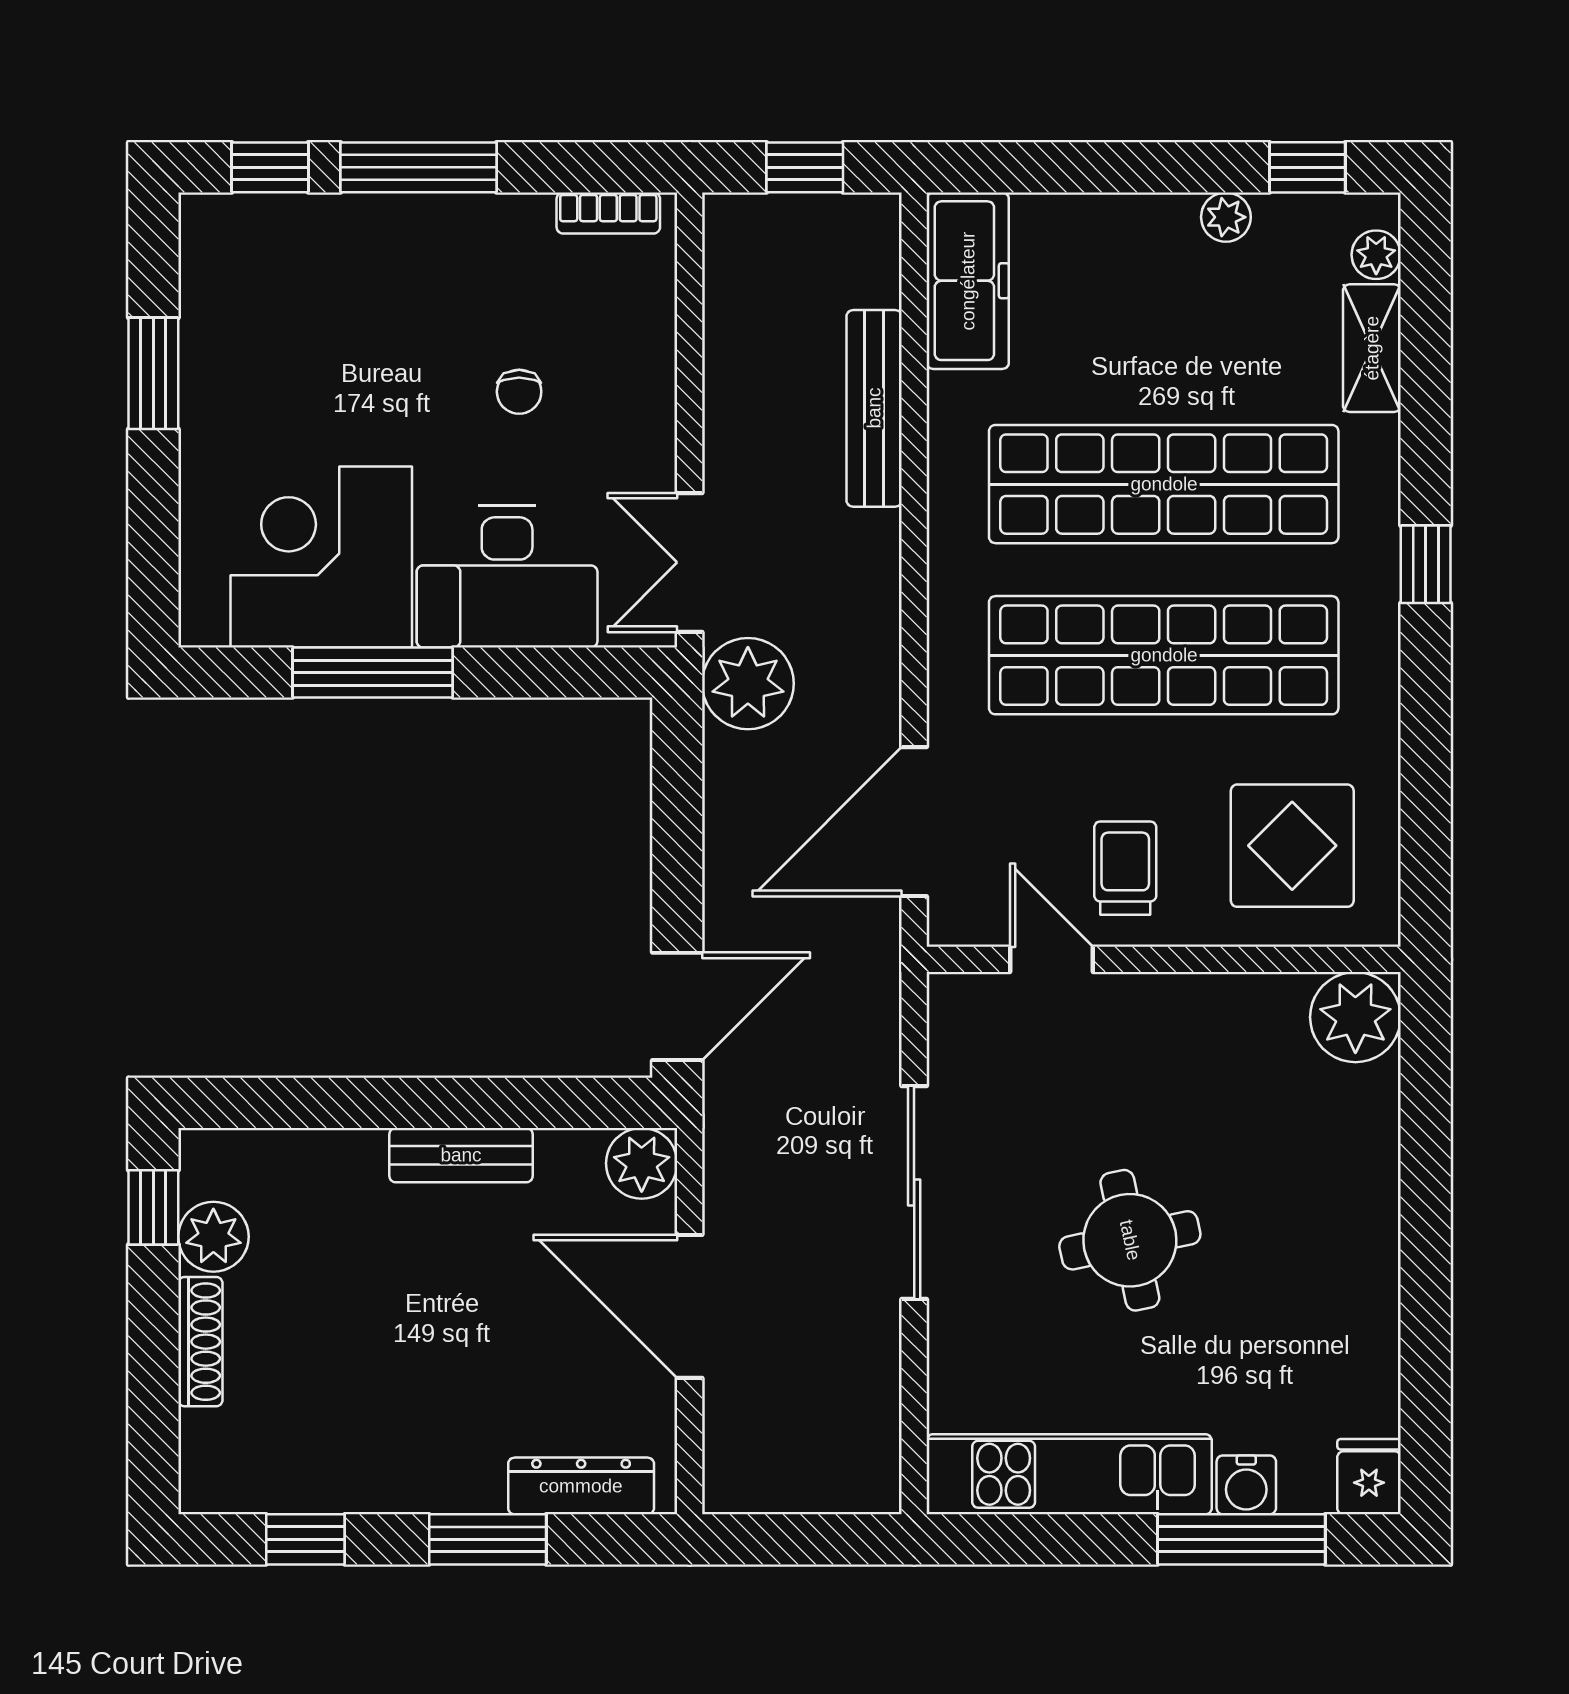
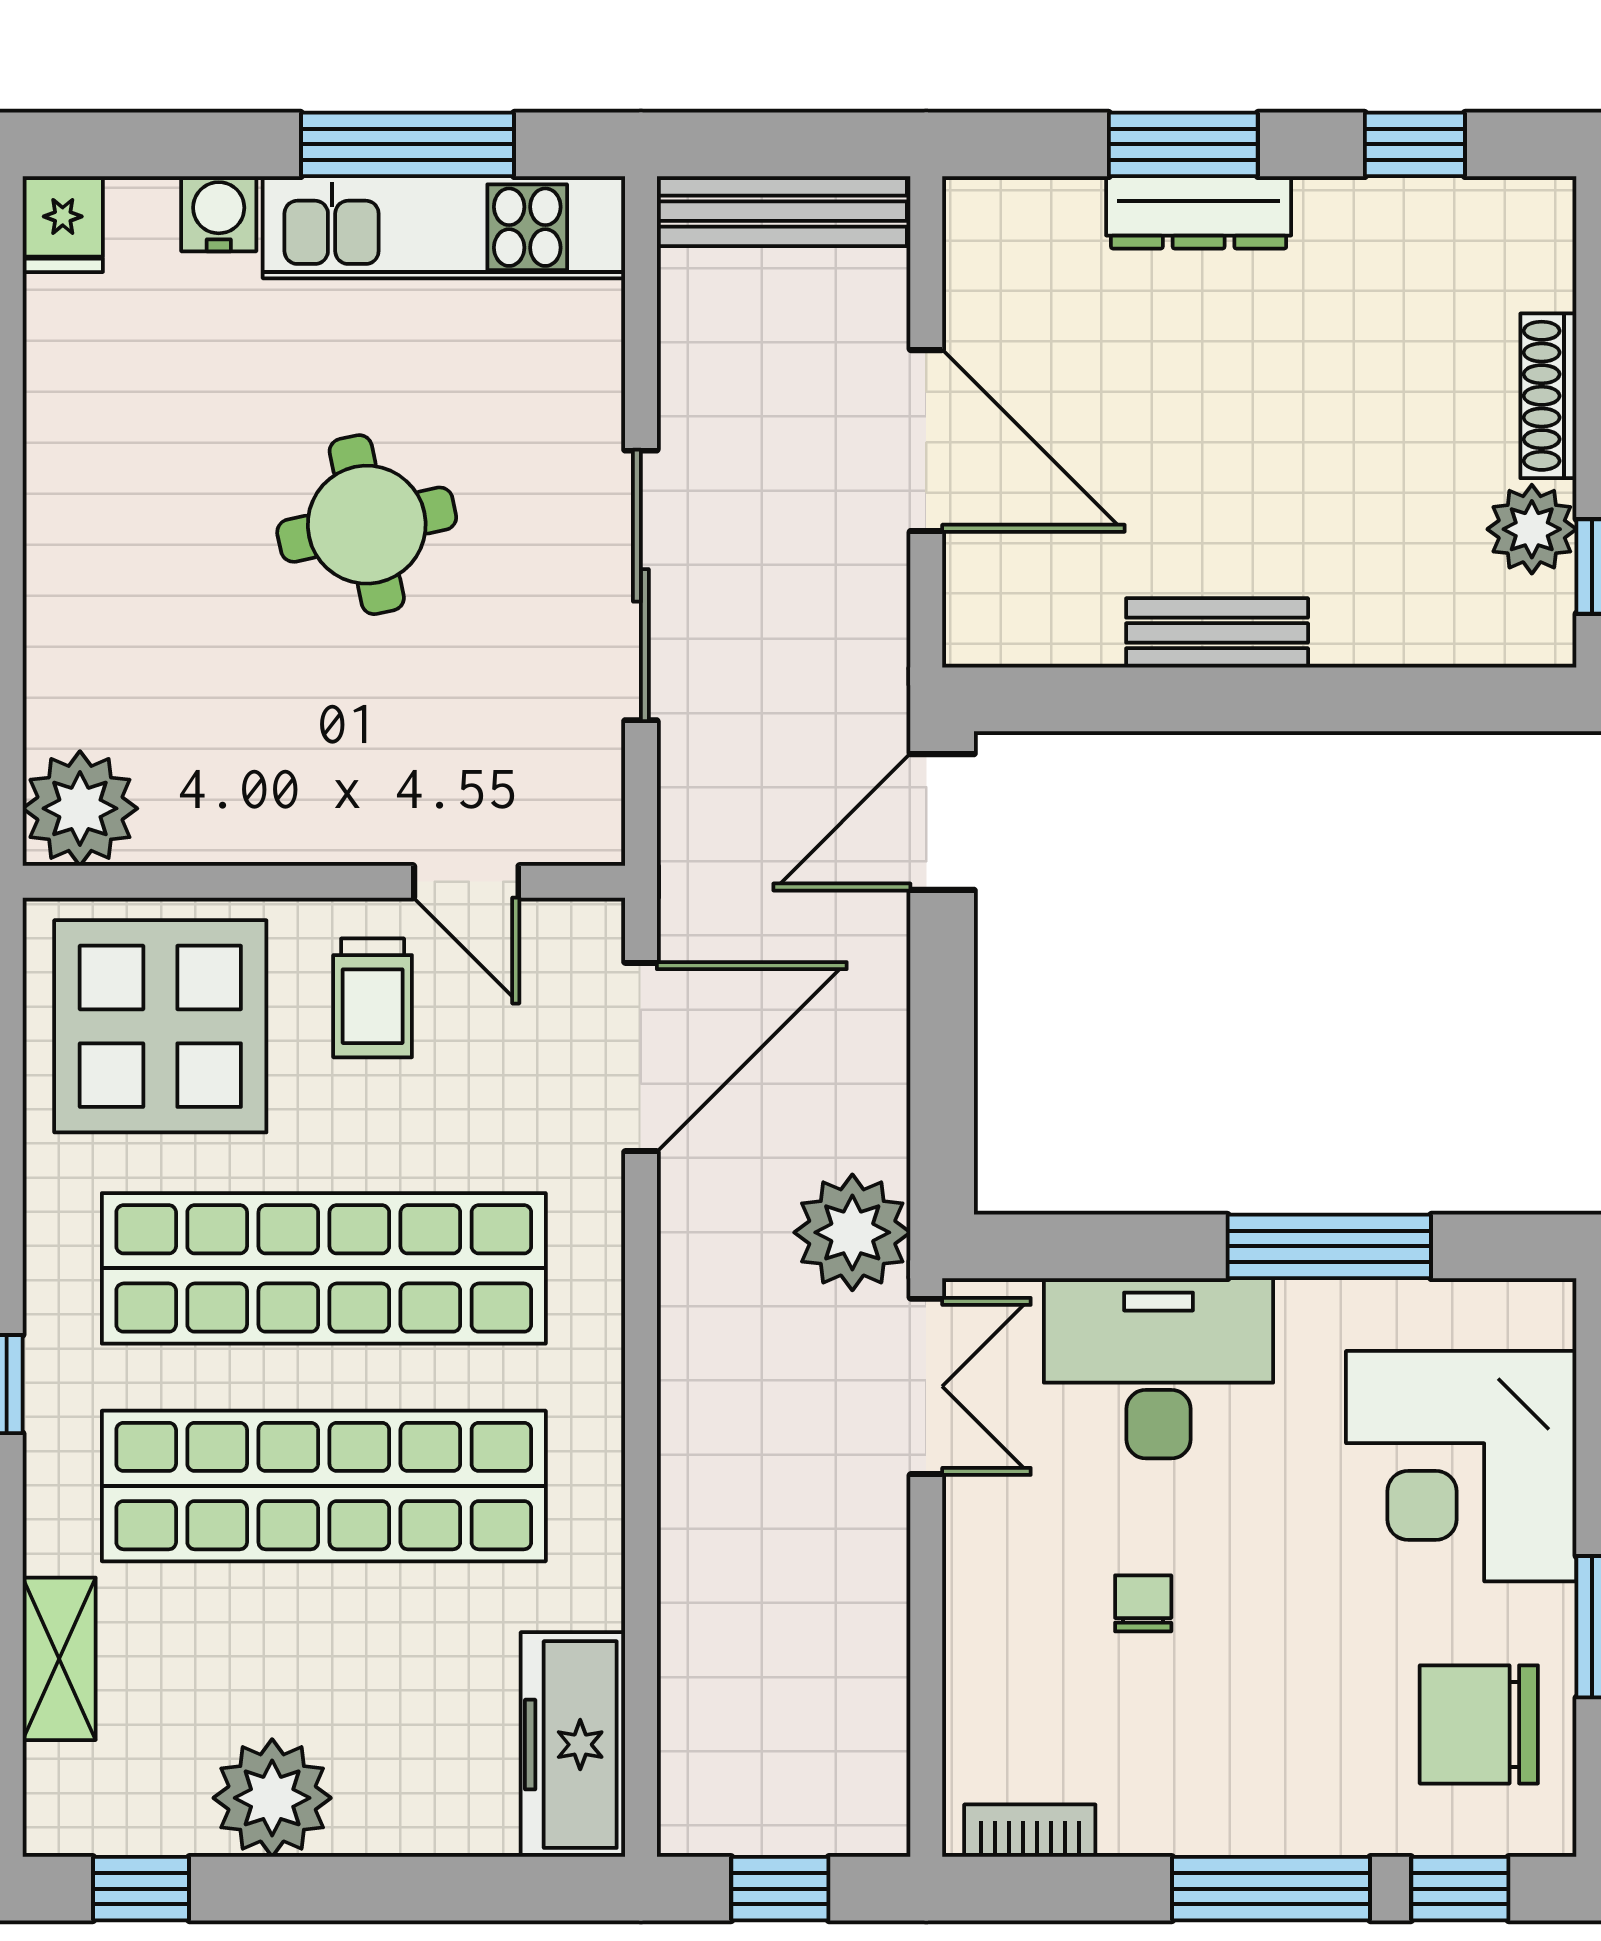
plant: (1226, 217) -> (272, 1798), width x1.88, depth x1.88
plant: (1376, 255) -> (54, 1778), removed
chair: (255, 297) -> (1479, 1724), added
bench: (874, 408) -> (782, 211), moved, turned 90
corner desk: (321, 557) -> (1461, 1466), moved, turned 90
display table: (1292, 846) -> (160, 1026), width x1.36, depth x1.36
plant: (642, 1163) -> (987, 622), removed
dresser: (581, 1486) -> (1199, 212), moved
window: (1241, 1539) -> (408, 144), moved

